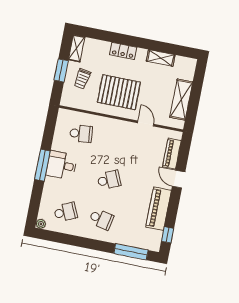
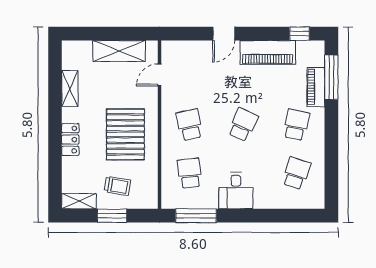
door: (146, 123) -> (159, 75), moved
school desk: (117, 141) -> (190, 125), added
piano: (172, 154) -> (316, 87), moved, turned 90
window: (42, 165) -> (196, 216), moved
school desk: (109, 180) -> (243, 125), turned 48
school desk: (66, 212) -> (296, 173), turned 42
plant: (41, 224) -> (318, 202), removed

